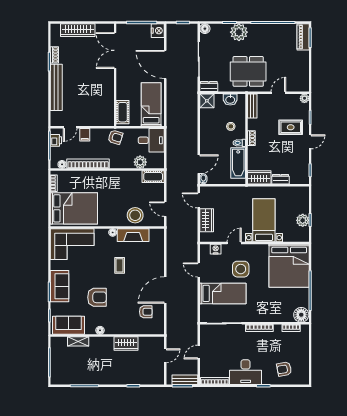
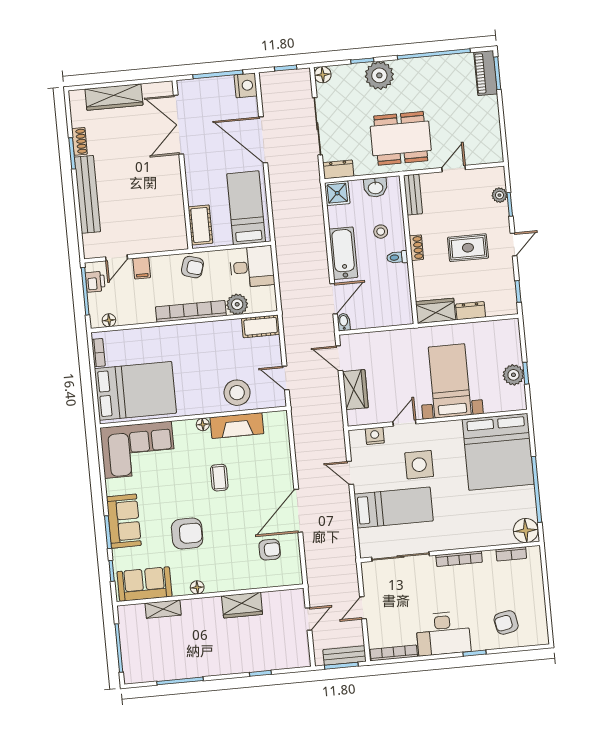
plant: (304, 98) -> (499, 195), moved
rug: (291, 127) -> (468, 248), moved
bathtub: (238, 163) -> (343, 253), moved, turned 180
bookcase: (88, 164) -> (191, 311), moved

